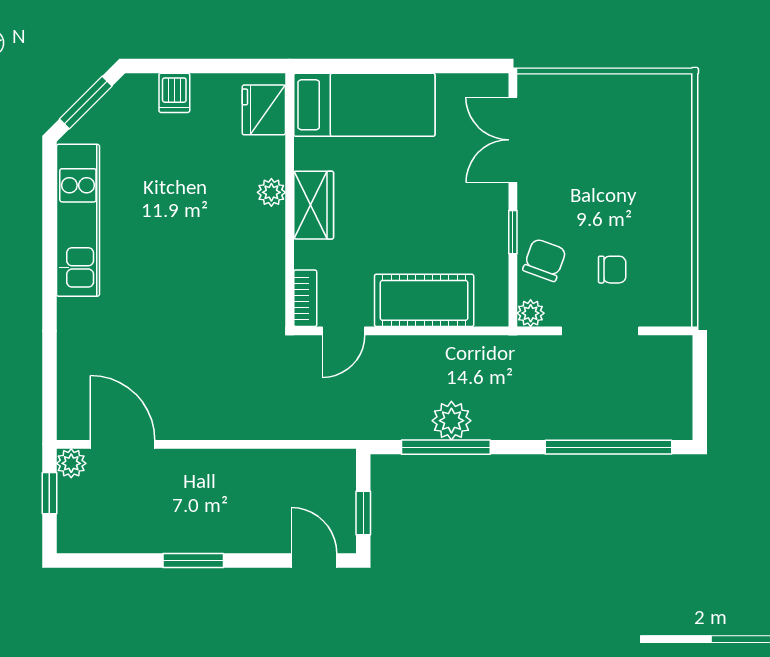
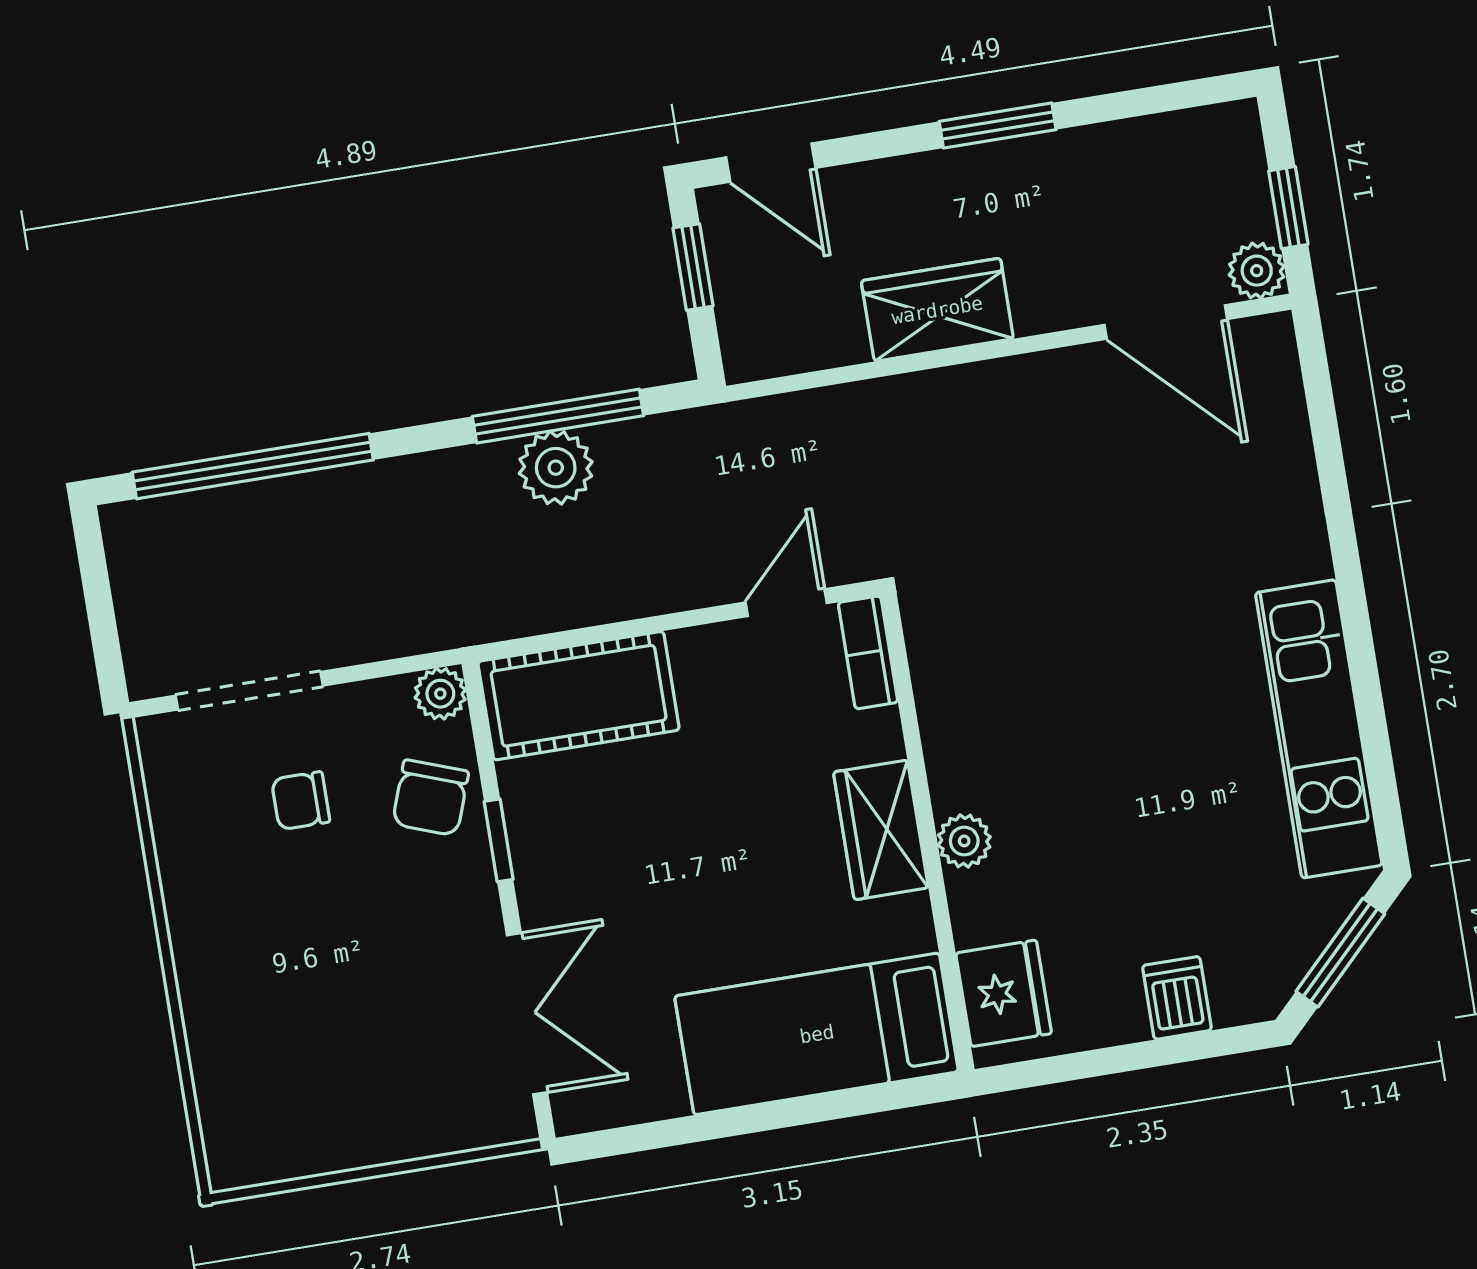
cot: (424, 300) -> (579, 696), moved
doorway: (600, 331) -> (249, 691), moved
wardrobe: (240, 470) -> (937, 310), added

